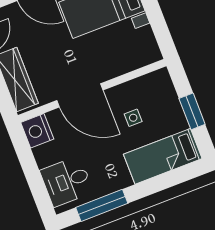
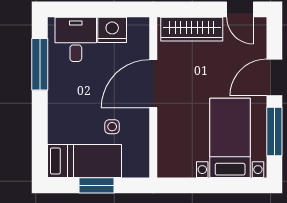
nightstand: (37, 131) -> (112, 30), moved
bed: (163, 156) -> (84, 161), moved, turned 90

